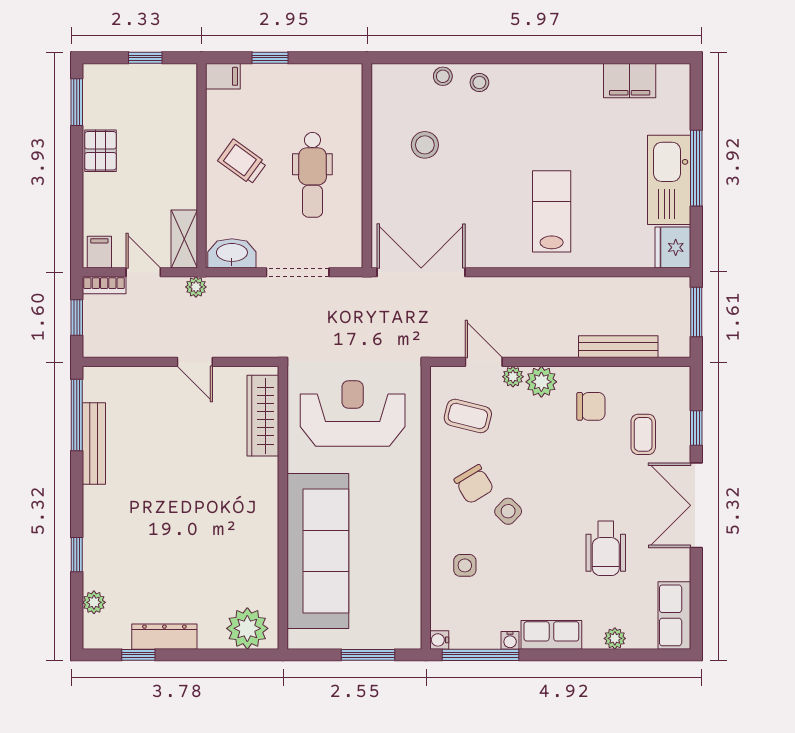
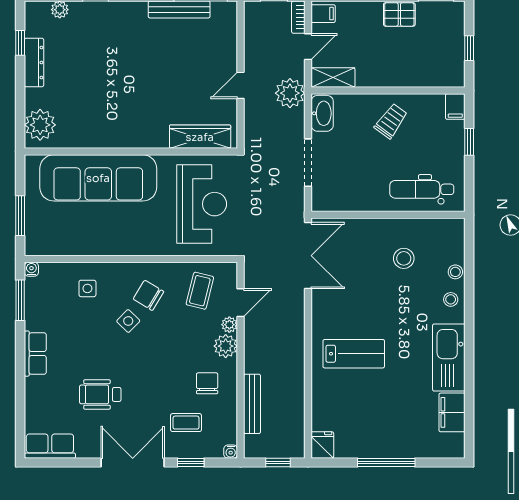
dental chair: (312, 175) -> (422, 189), moved
kitchen sink: (669, 180) -> (449, 358), moved, turned -90
fridge: (673, 247) -> (322, 445), width x0.72
plant: (196, 287) -> (290, 93), width x1.88, depth x1.88
window: (696, 312) -> (278, 462), width x0.67
chair: (591, 406) -> (207, 383), turned 180
chair: (474, 484) -> (149, 295), turned 62
plant: (615, 638) -> (33, 401), removed
water cooler: (510, 640) -> (231, 452), moved, turned -90
window: (480, 655) -> (20, 300), width x0.69

